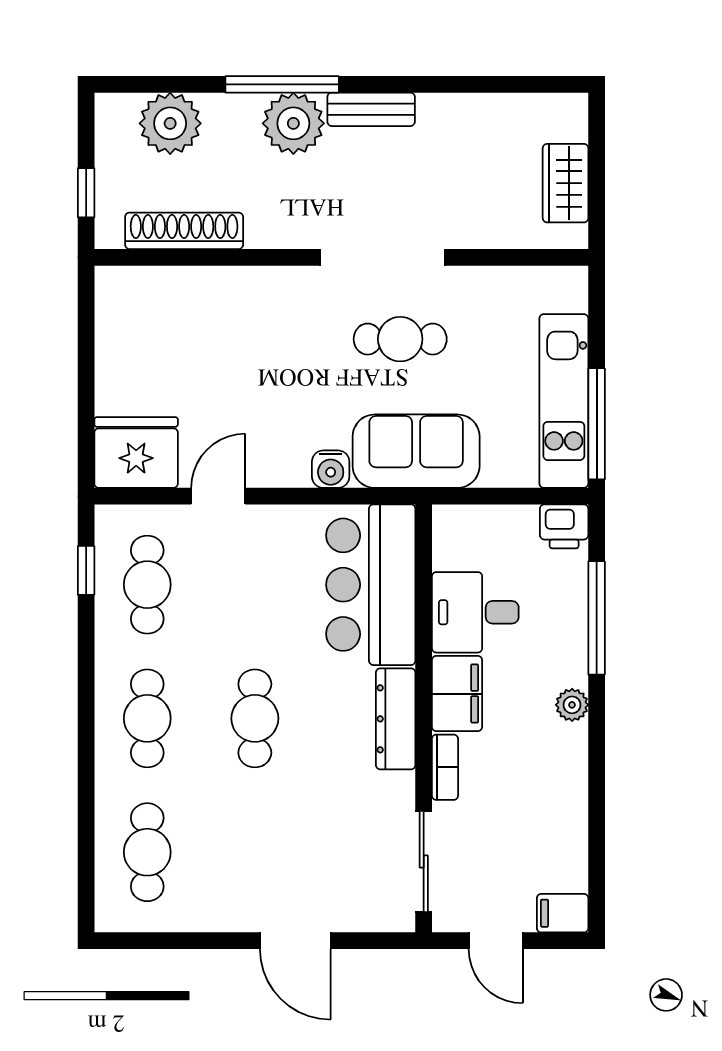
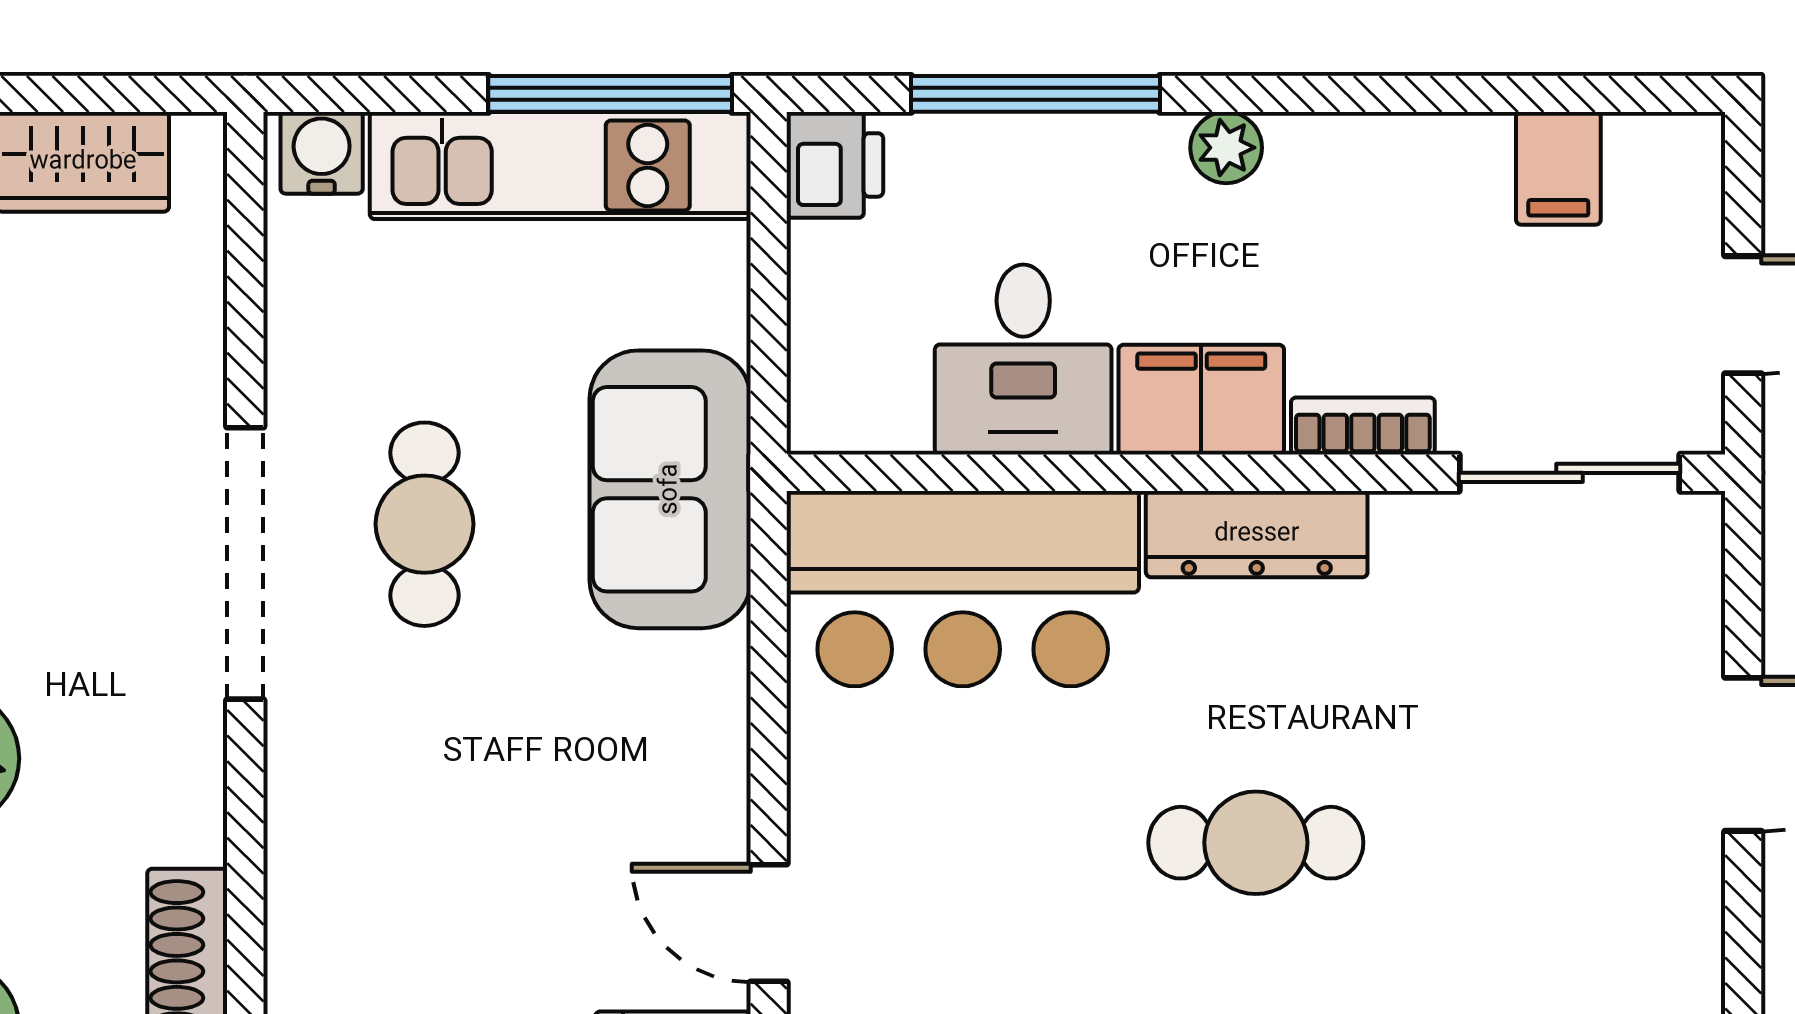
water cooler: (331, 469) -> (322, 153), moved, turned -90
filing cabinet: (563, 913) -> (1558, 168), moved

